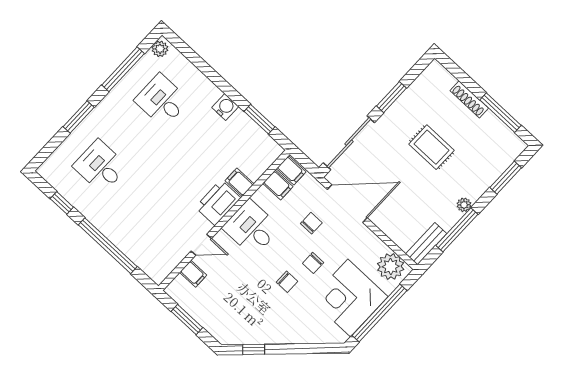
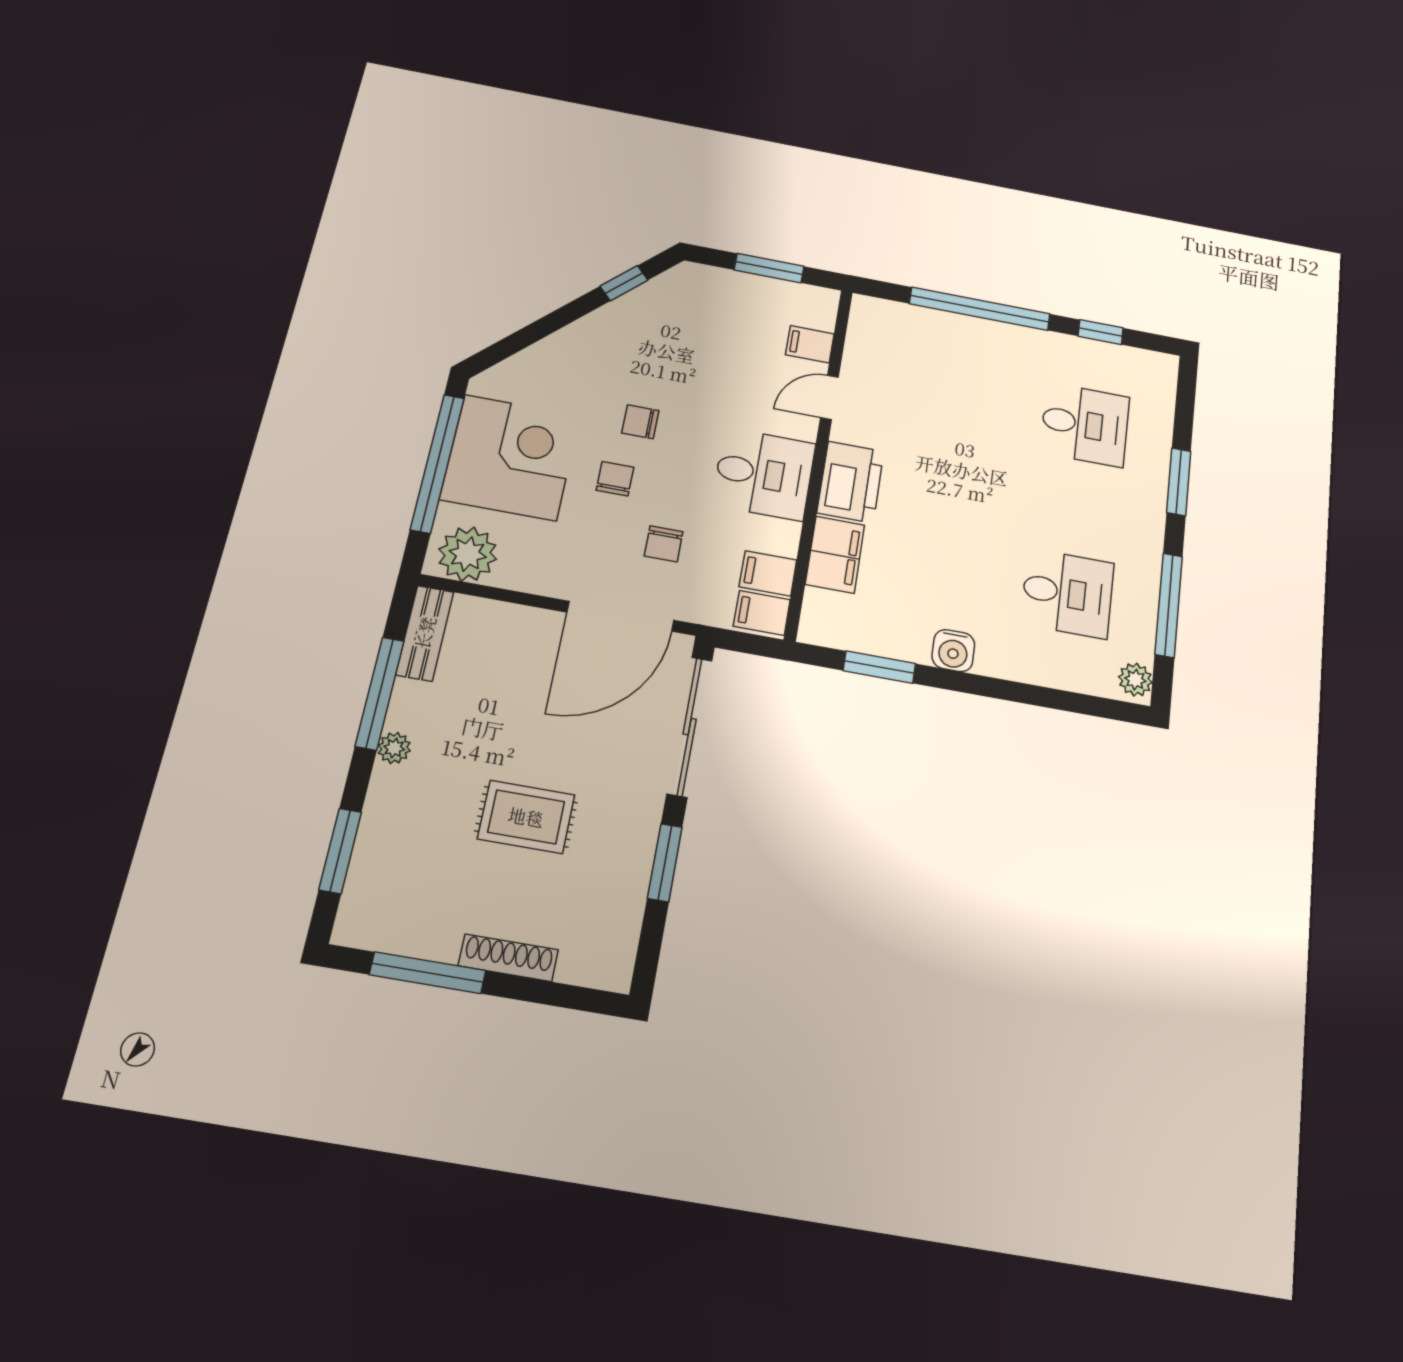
filing cabinet: (239, 182) -> (835, 555), width x2.00

